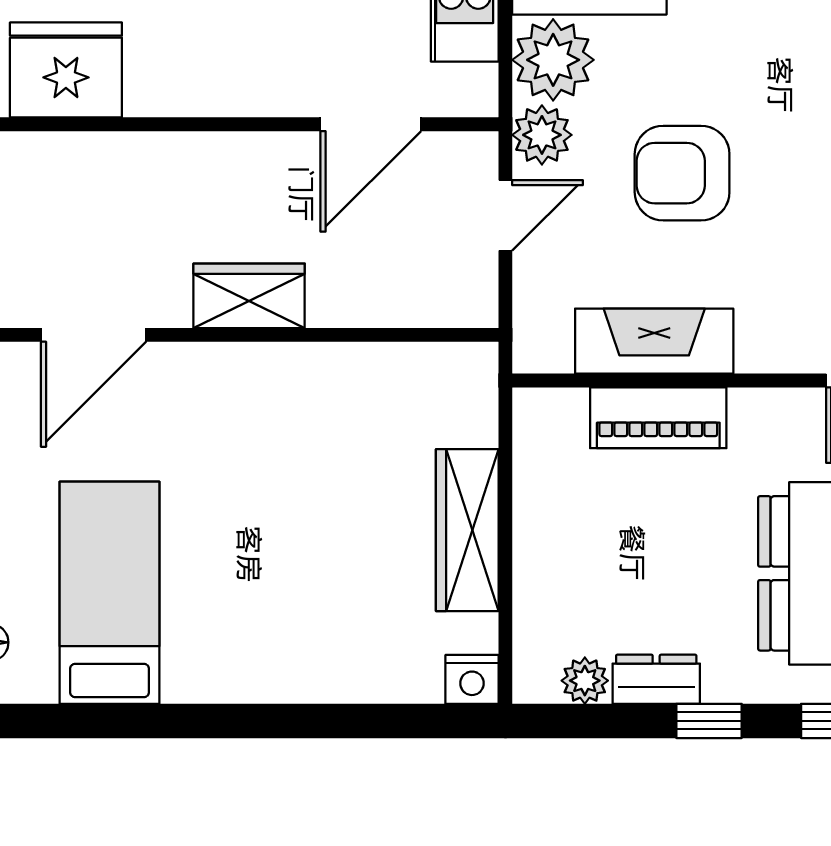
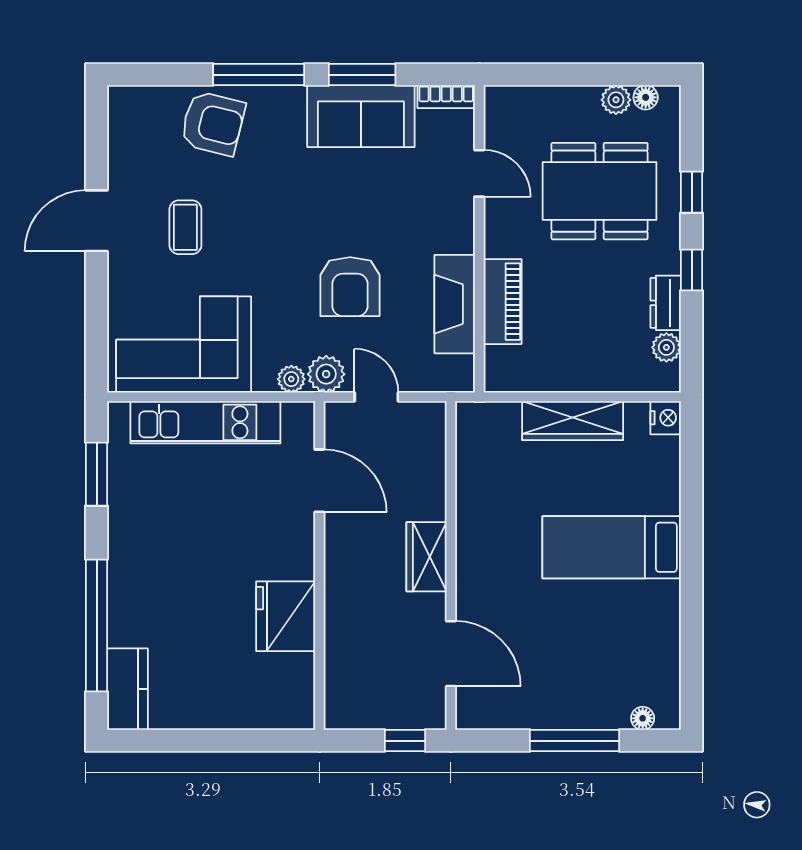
plant: (553, 60) -> (291, 379), width x0.53, depth x0.53
fridge: (66, 70) -> (286, 616), moved
bed: (110, 593) -> (612, 547), moved

